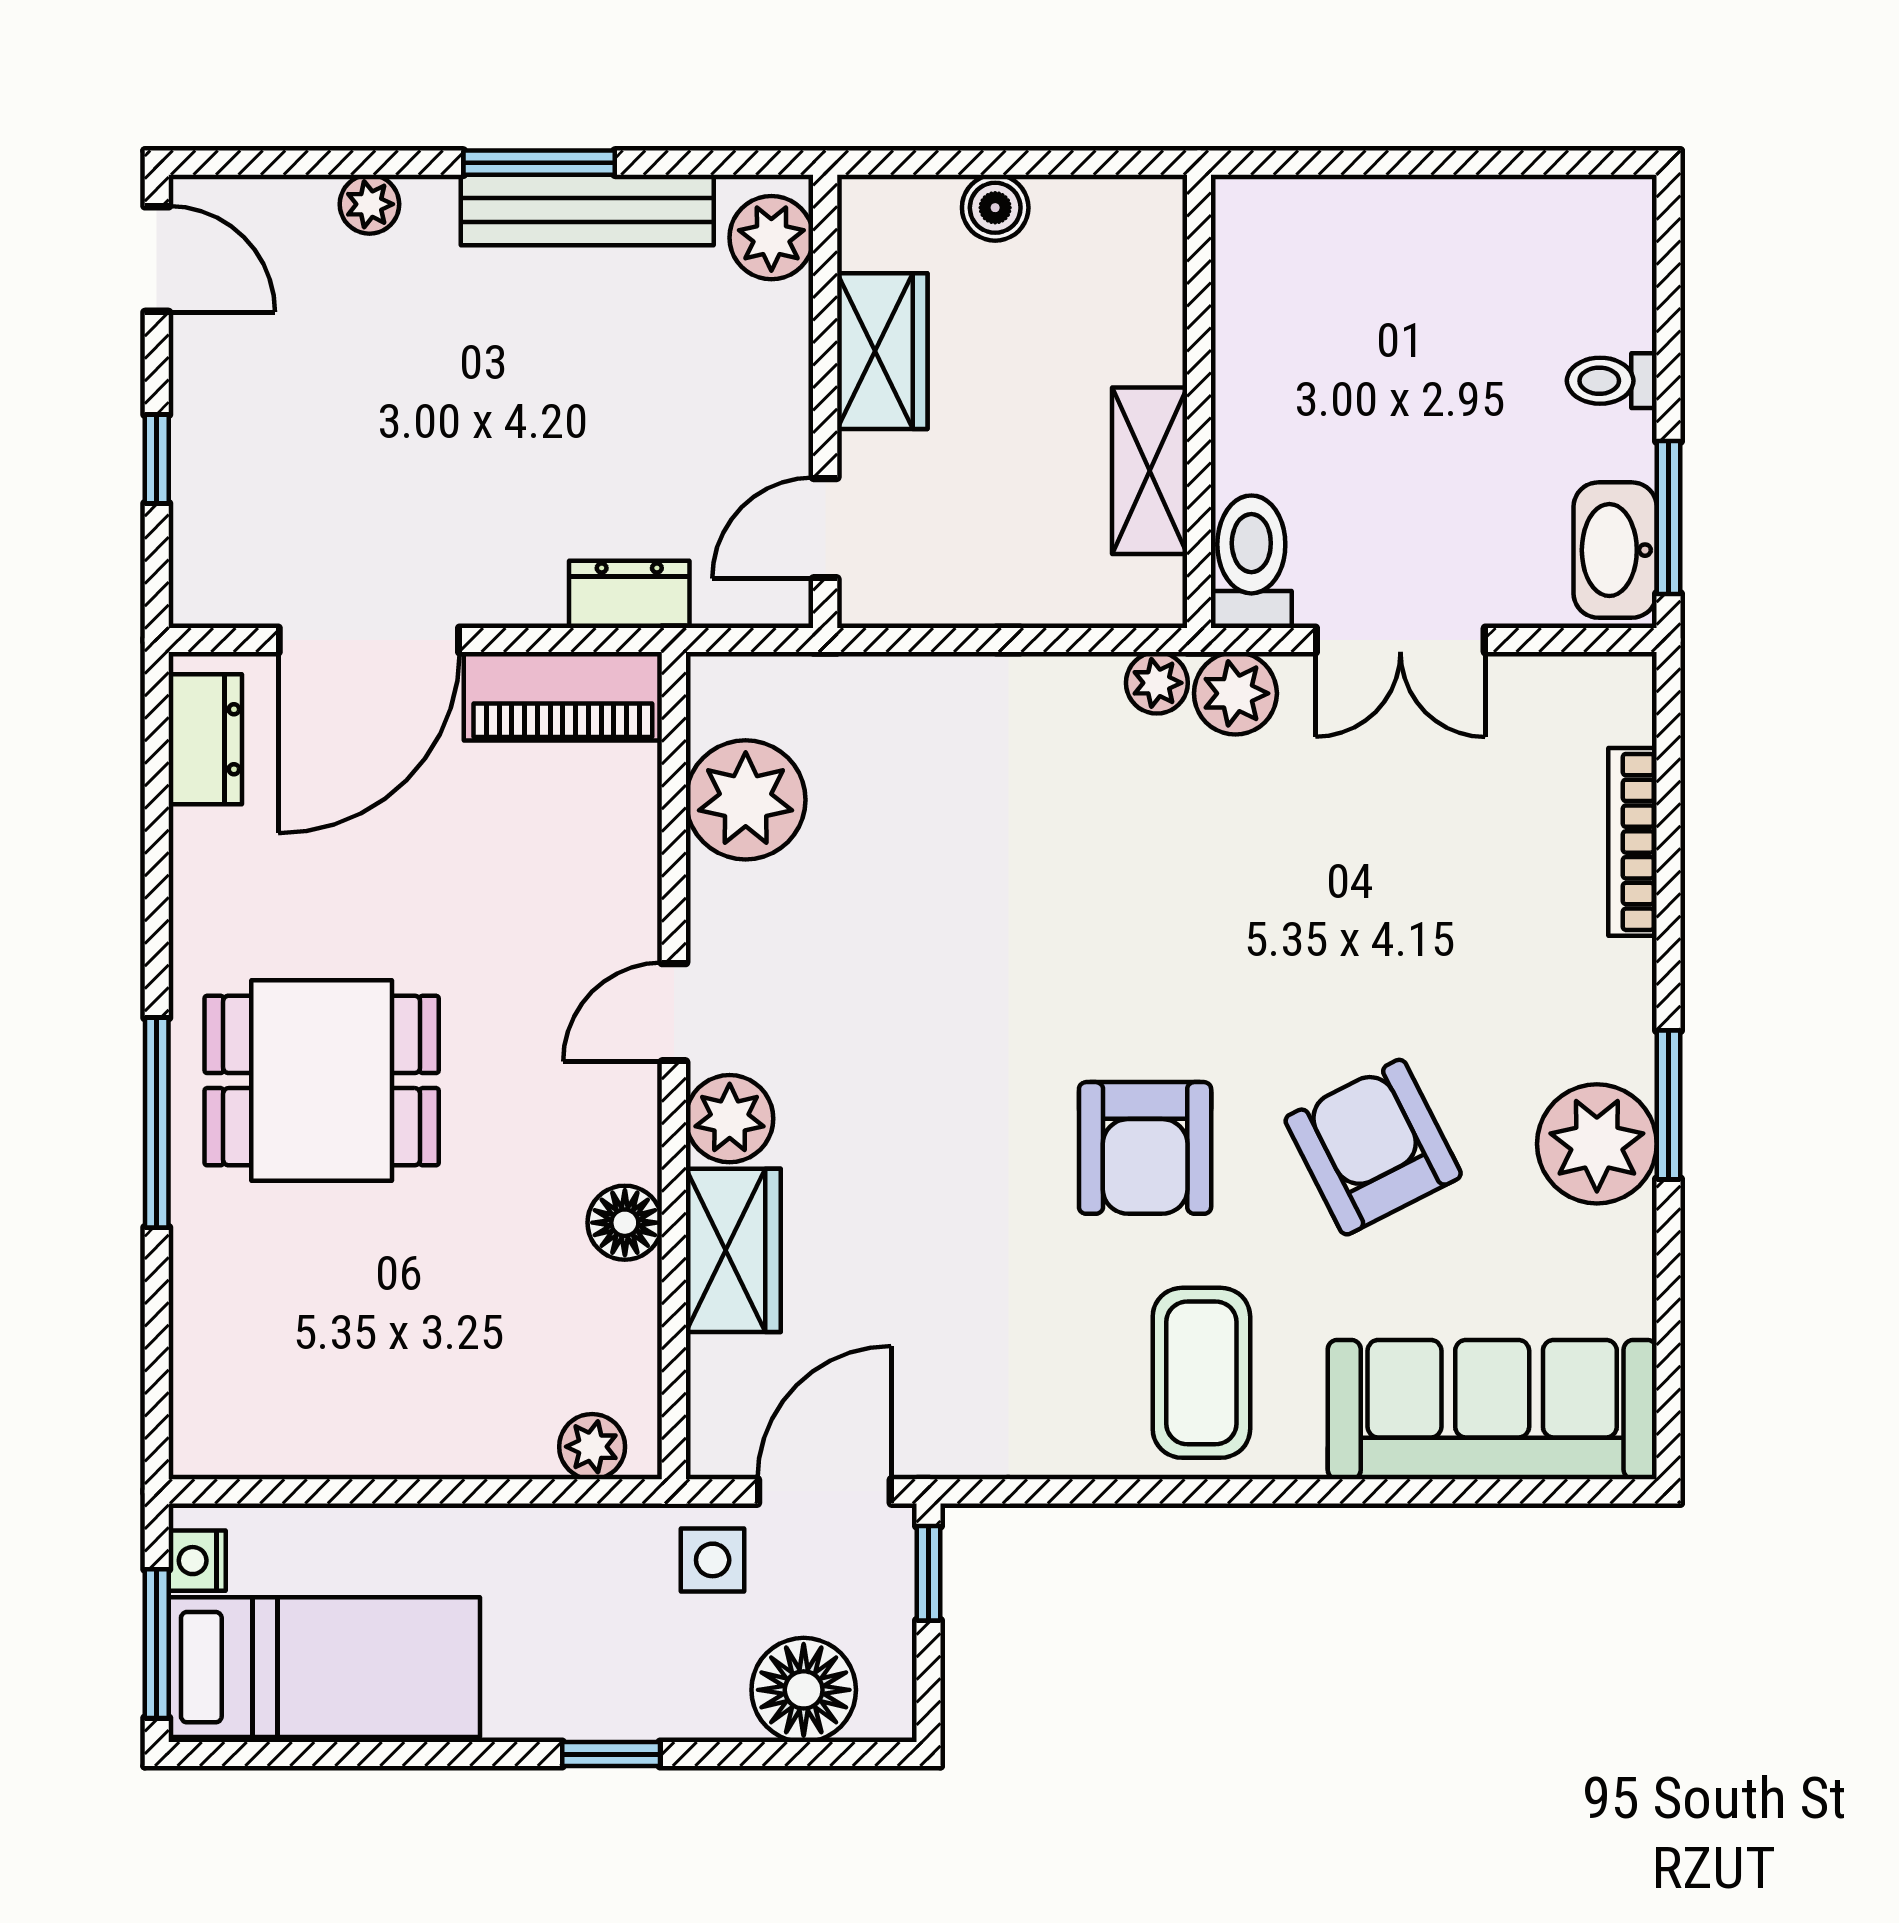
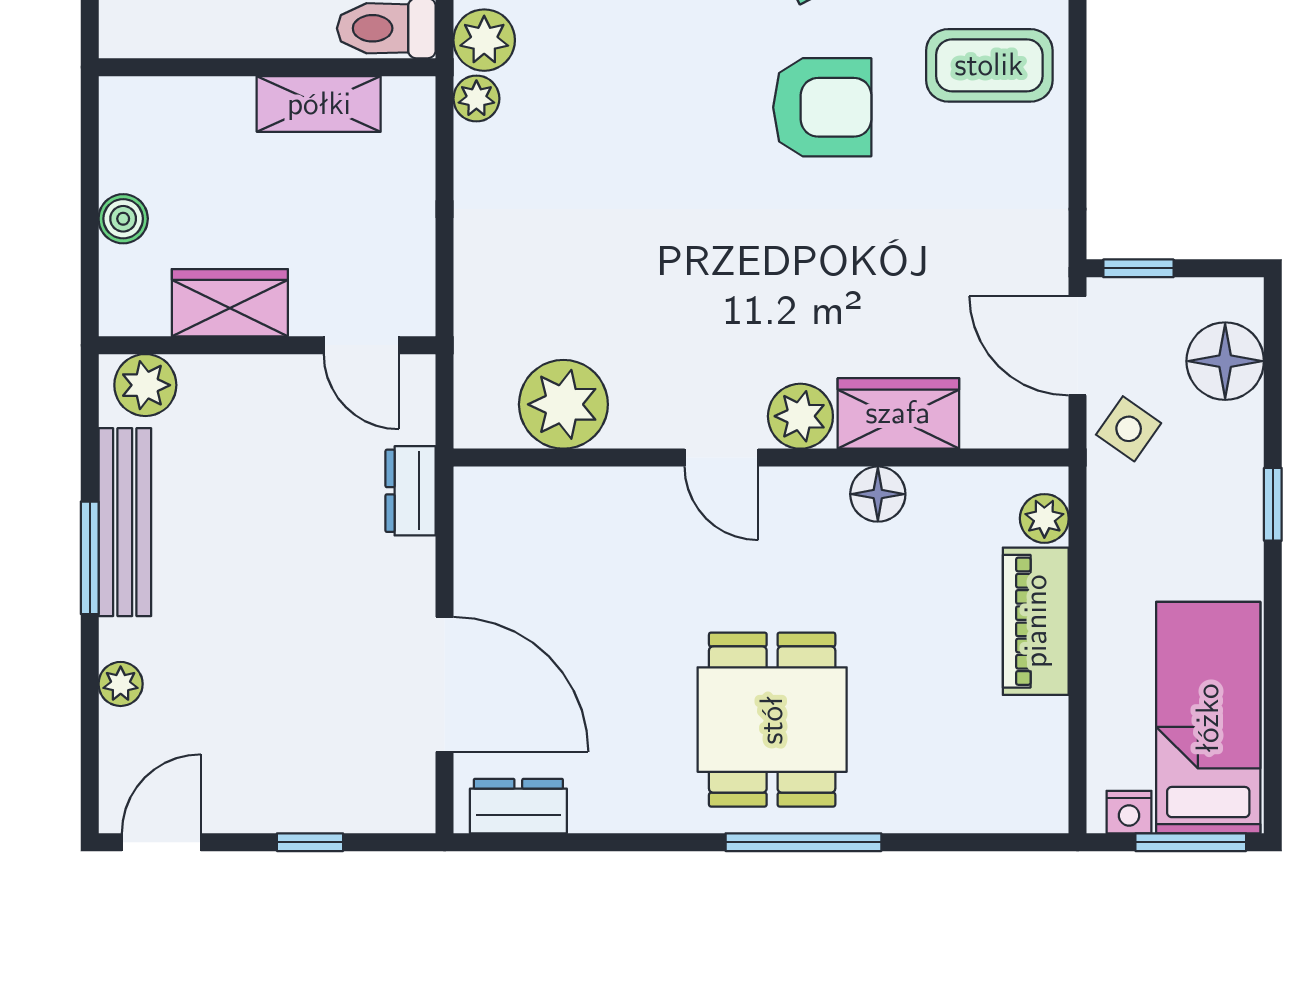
piano: (563, 696) -> (1036, 621), moved, turned 180
side table: (713, 1560) -> (1129, 429), turned 35

